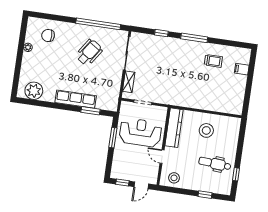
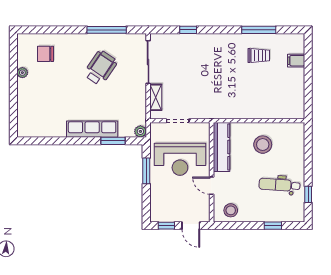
window: (98, 24) -> (107, 30), width x0.68
window: (194, 38) -> (259, 30), moved
plant: (34, 91) -> (140, 131), moved, width x0.53, depth x0.53
reception desk: (140, 132) -> (180, 159), turned 180
door: (141, 185) -> (191, 226), hinge flipped

